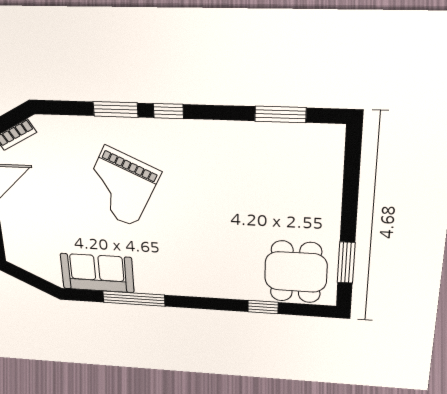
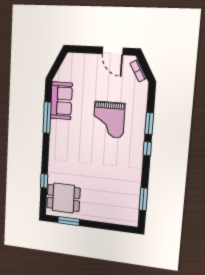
grand piano: (120, 187) -> (109, 120), turned -116

